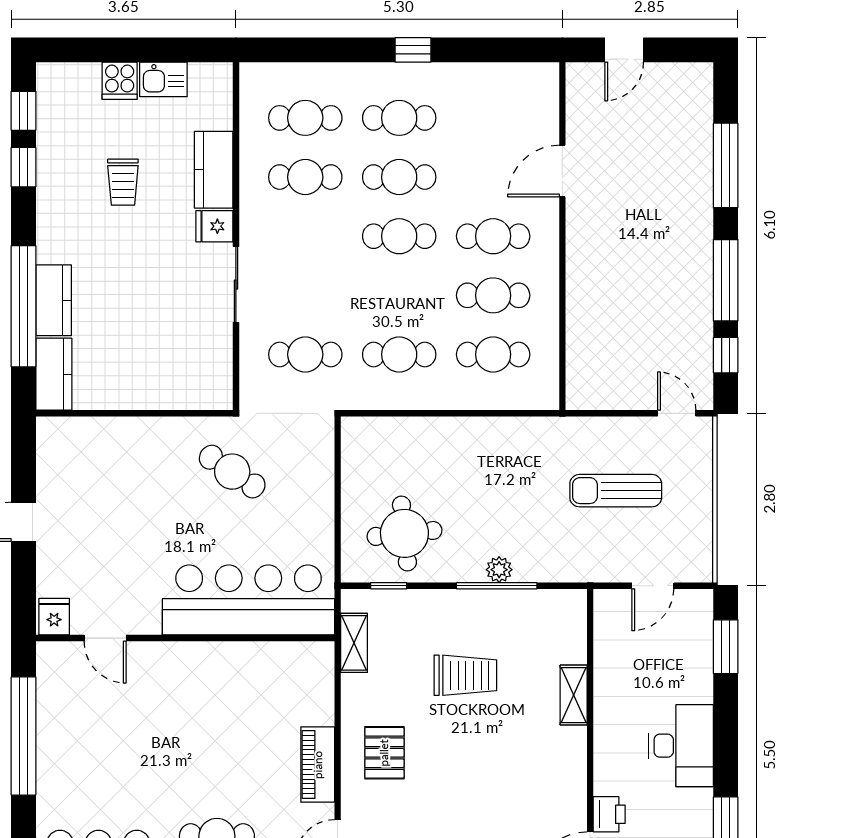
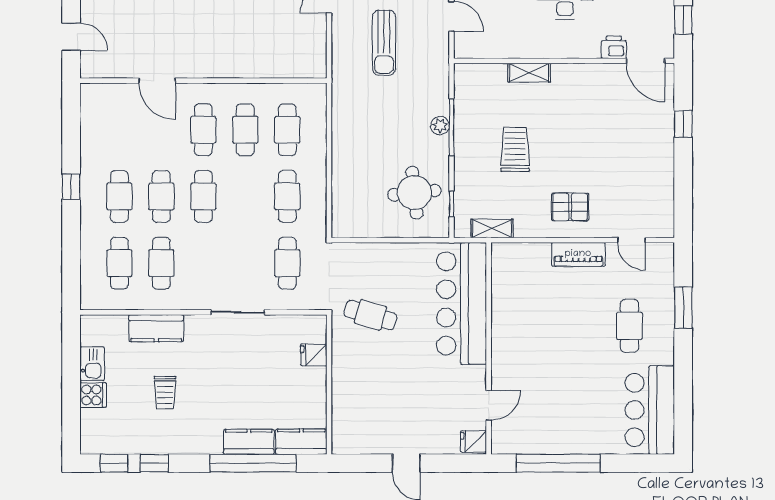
trolley: (123, 182) -> (165, 393), turned 90
fridge: (214, 226) -> (314, 355), moved, turned 90
cafe table: (232, 472) -> (370, 315), turned 73

